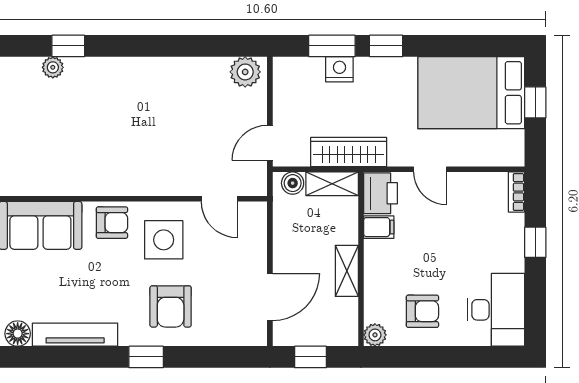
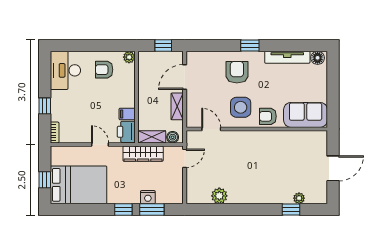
plant: (245, 72) -> (219, 196), moved
shelving: (347, 271) -> (177, 106), moved

